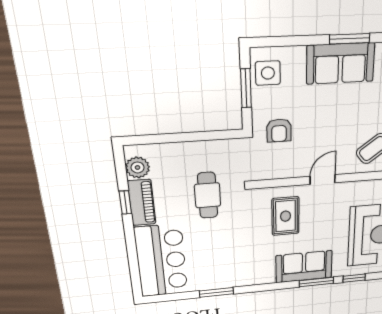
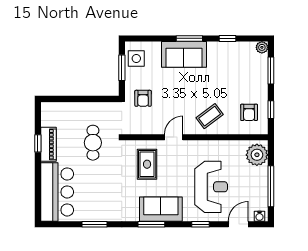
plant: (138, 167) -> (49, 118), removed
window: (316, 282) -> (151, 224), moved

